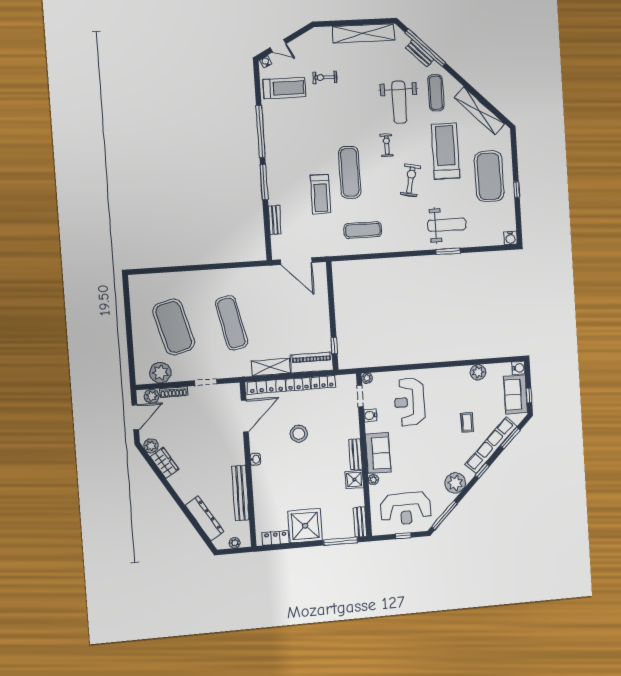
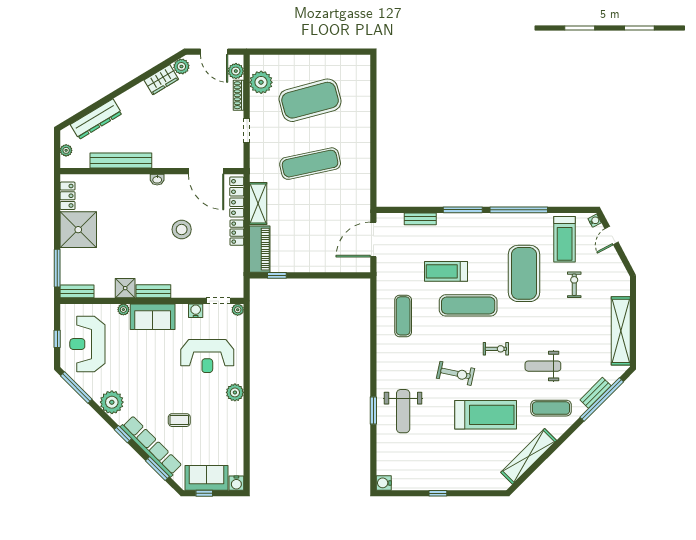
weight bench: (399, 102) -> (543, 366), width x0.73, depth x0.75
exercise mat: (489, 176) -> (524, 273), moved, turned 90
plant: (478, 372) -> (235, 392), moved
locker: (323, 382) -> (237, 260), removed
reception desk: (410, 402) -> (207, 356), turned 180

